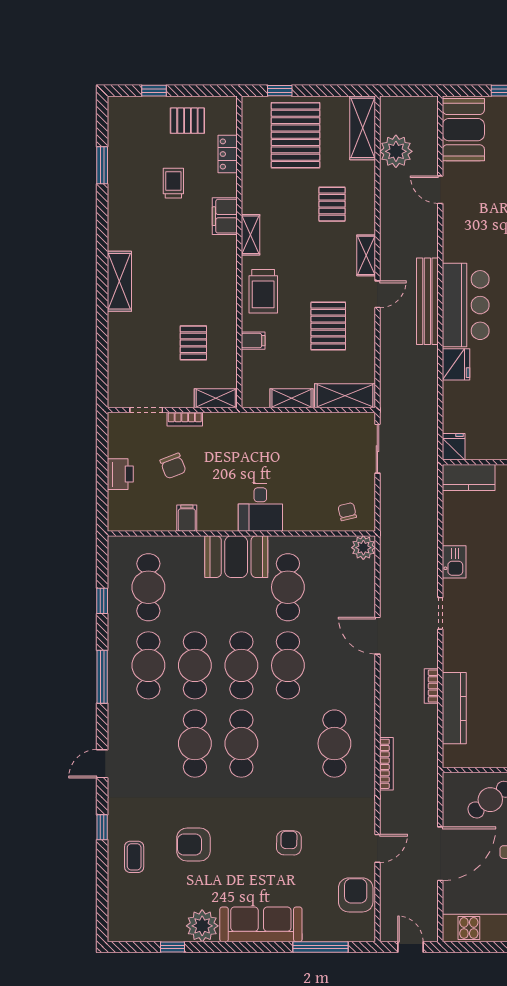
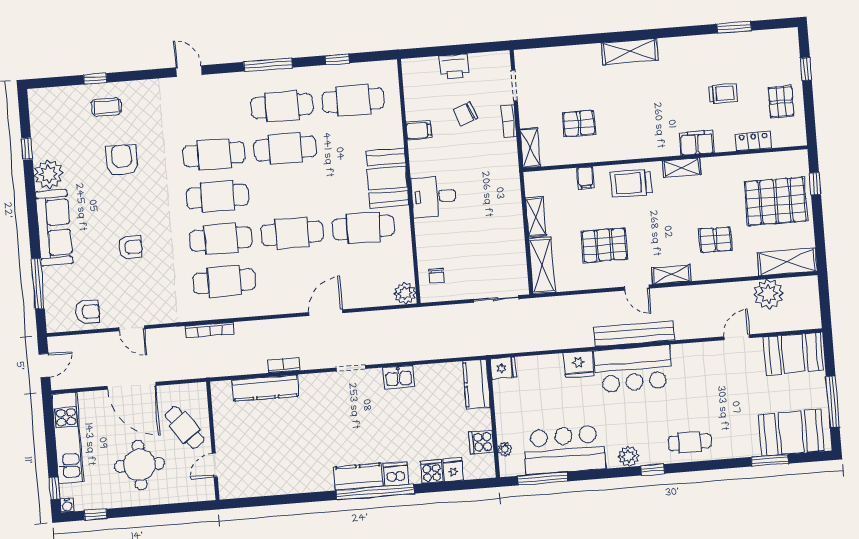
chair: (347, 512) -> (436, 276), turned 103
cafe table: (241, 665) -> (221, 239), moved
window: (102, 827) -> (95, 79), moved
armchair: (356, 895) -> (88, 312), width x0.72, depth x0.72

